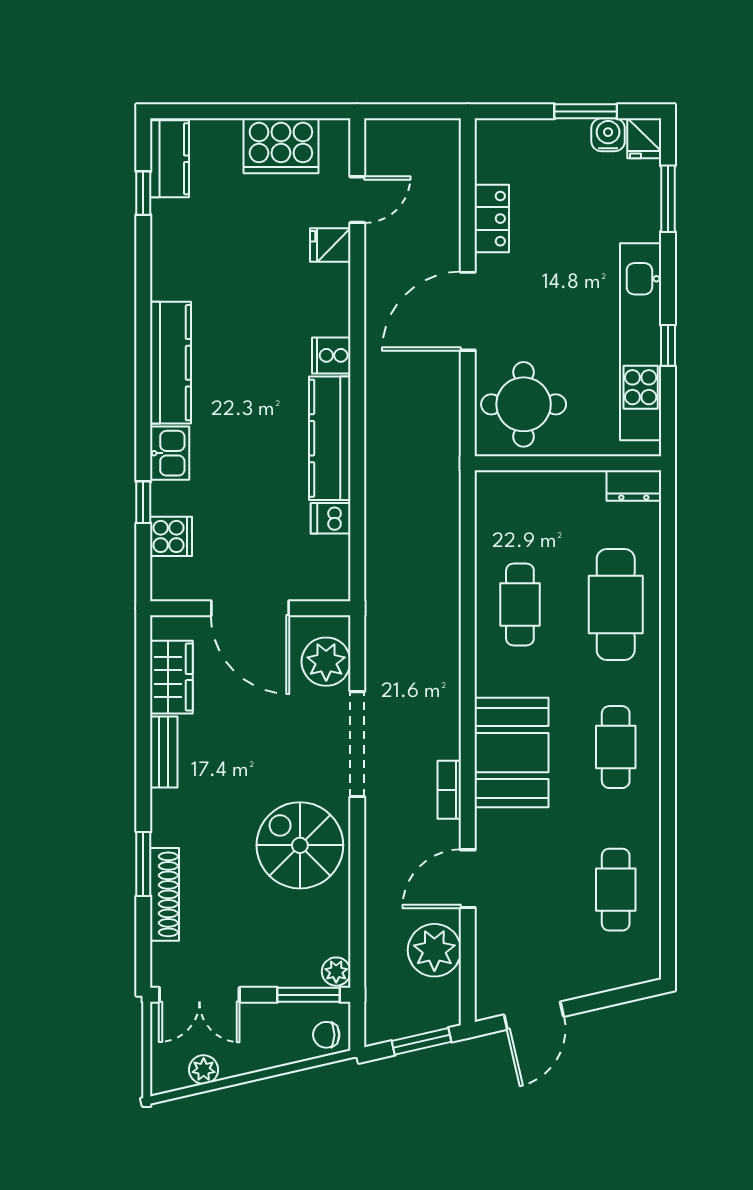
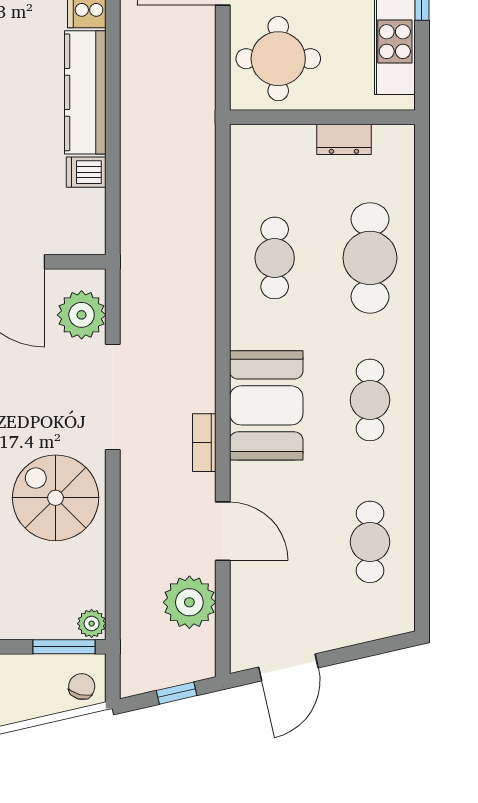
dresser: (634, 486) -> (344, 139), moved
door: (468, 879) -> (223, 531), swing flipped
chair: (326, 1035) -> (82, 686), turned 104
window: (422, 1041) -> (177, 693), width x0.67

